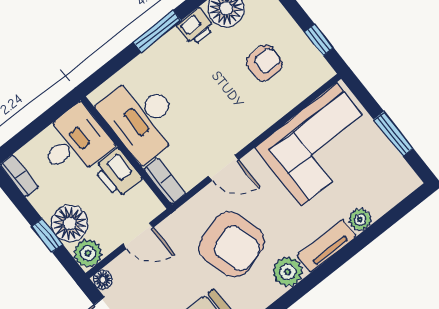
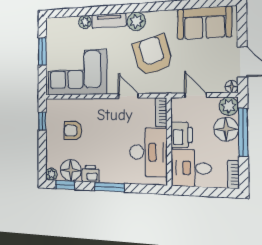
window: (47, 235) -> (243, 132), width x2.17

